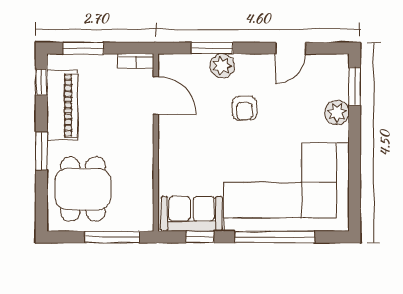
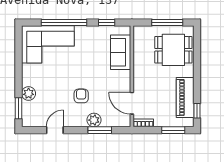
window: (41, 151) -> (197, 72), removed
corner sofa: (286, 187) -> (48, 44), width x0.73, depth x0.74
dining table: (83, 189) -> (173, 50), turned 90
sofa: (192, 214) -> (121, 52), moved, turned 90
window: (112, 237) -> (167, 22), moved

